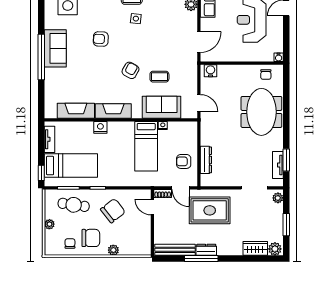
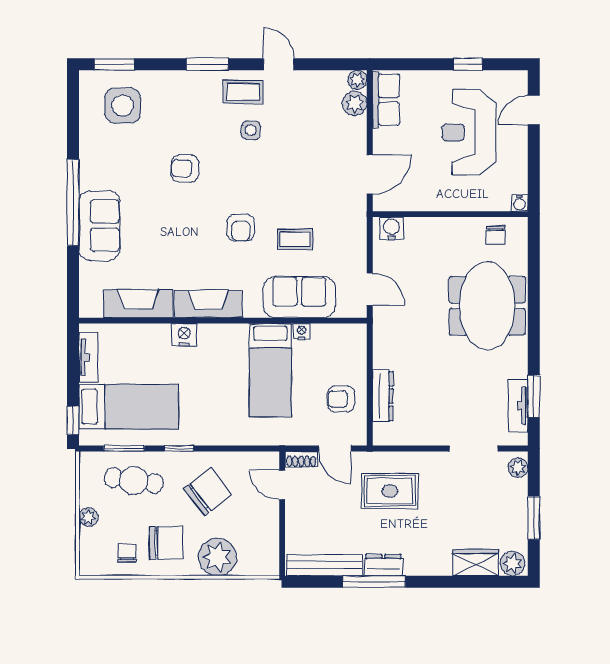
sofa: (55, 48) -> (99, 226), moved
armchair: (130, 70) -> (241, 228), turned 151
rug: (210, 210) -> (390, 491), width x0.73, depth x0.70
plant: (113, 250) -> (217, 557), width x1.88, depth x1.88

